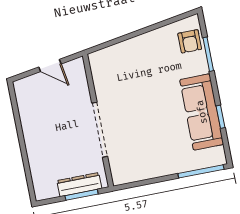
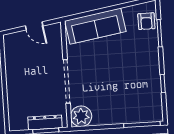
sofa: (202, 112) -> (95, 26), moved, turned -99
plant: (123, 171) -> (81, 116), added

